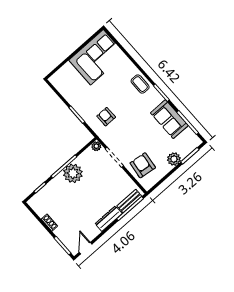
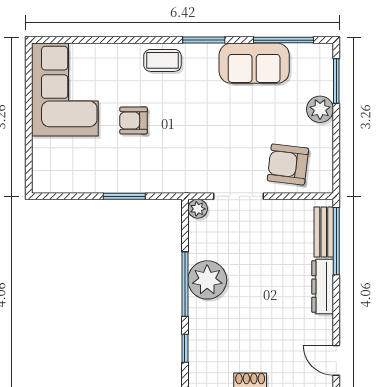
armchair: (106, 117) -> (134, 120), moved

